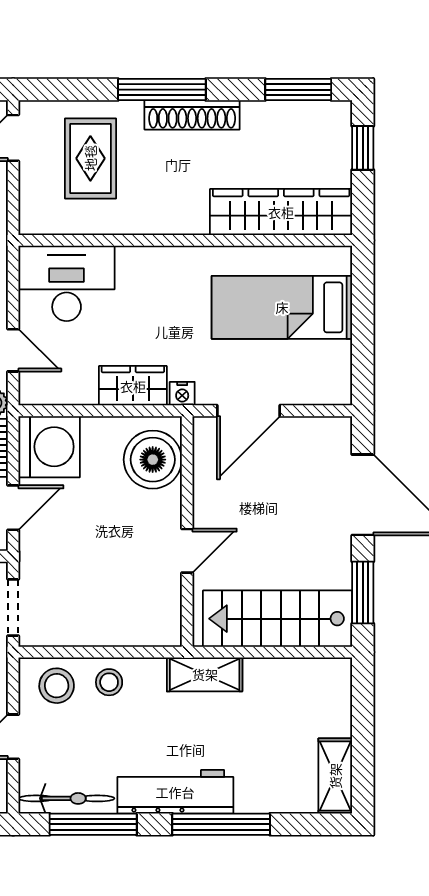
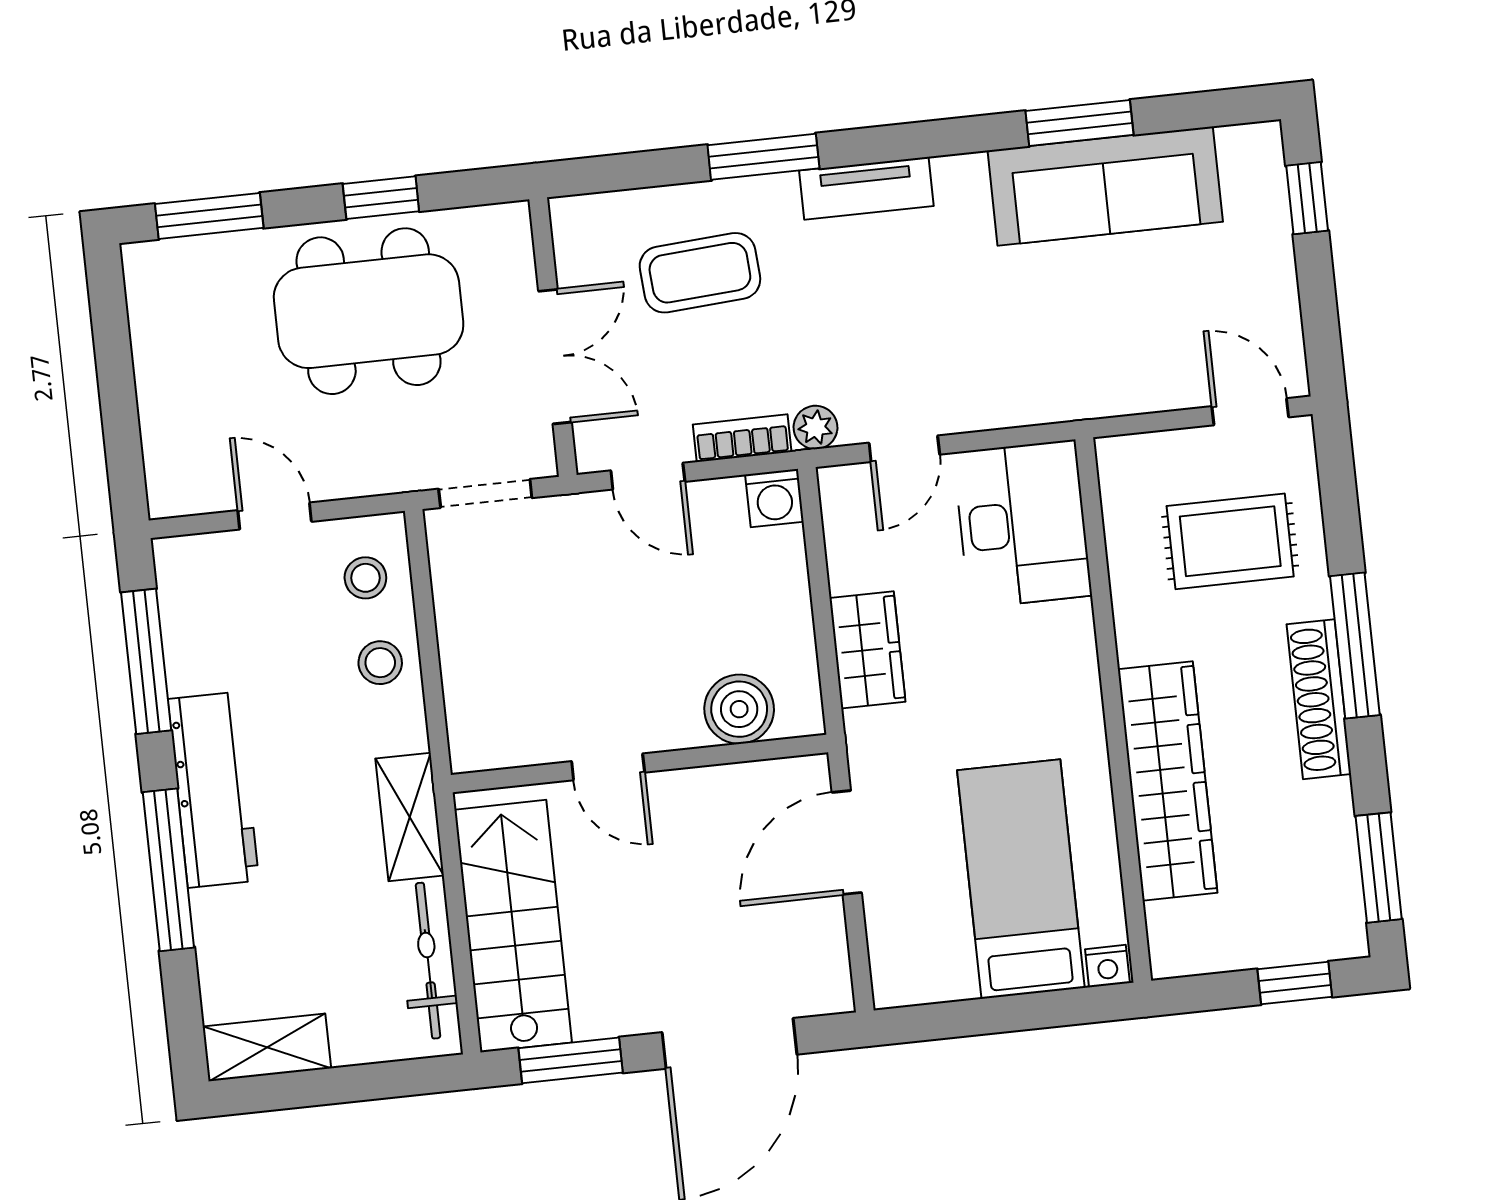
wardrobe: (281, 212) -> (1168, 781), moved
nightstand: (182, 394) -> (1107, 966), moved, turned -90
door: (248, 411) -> (847, 843), hinge flipped
washing machine: (49, 447) -> (774, 498), width x0.53, depth x0.53
boiler: (153, 460) -> (739, 709), width x0.73, depth x0.73
stool: (57, 686) -> (365, 578), width x0.73, depth x0.73
bicycle: (67, 798) -> (428, 961), moved, turned 180

